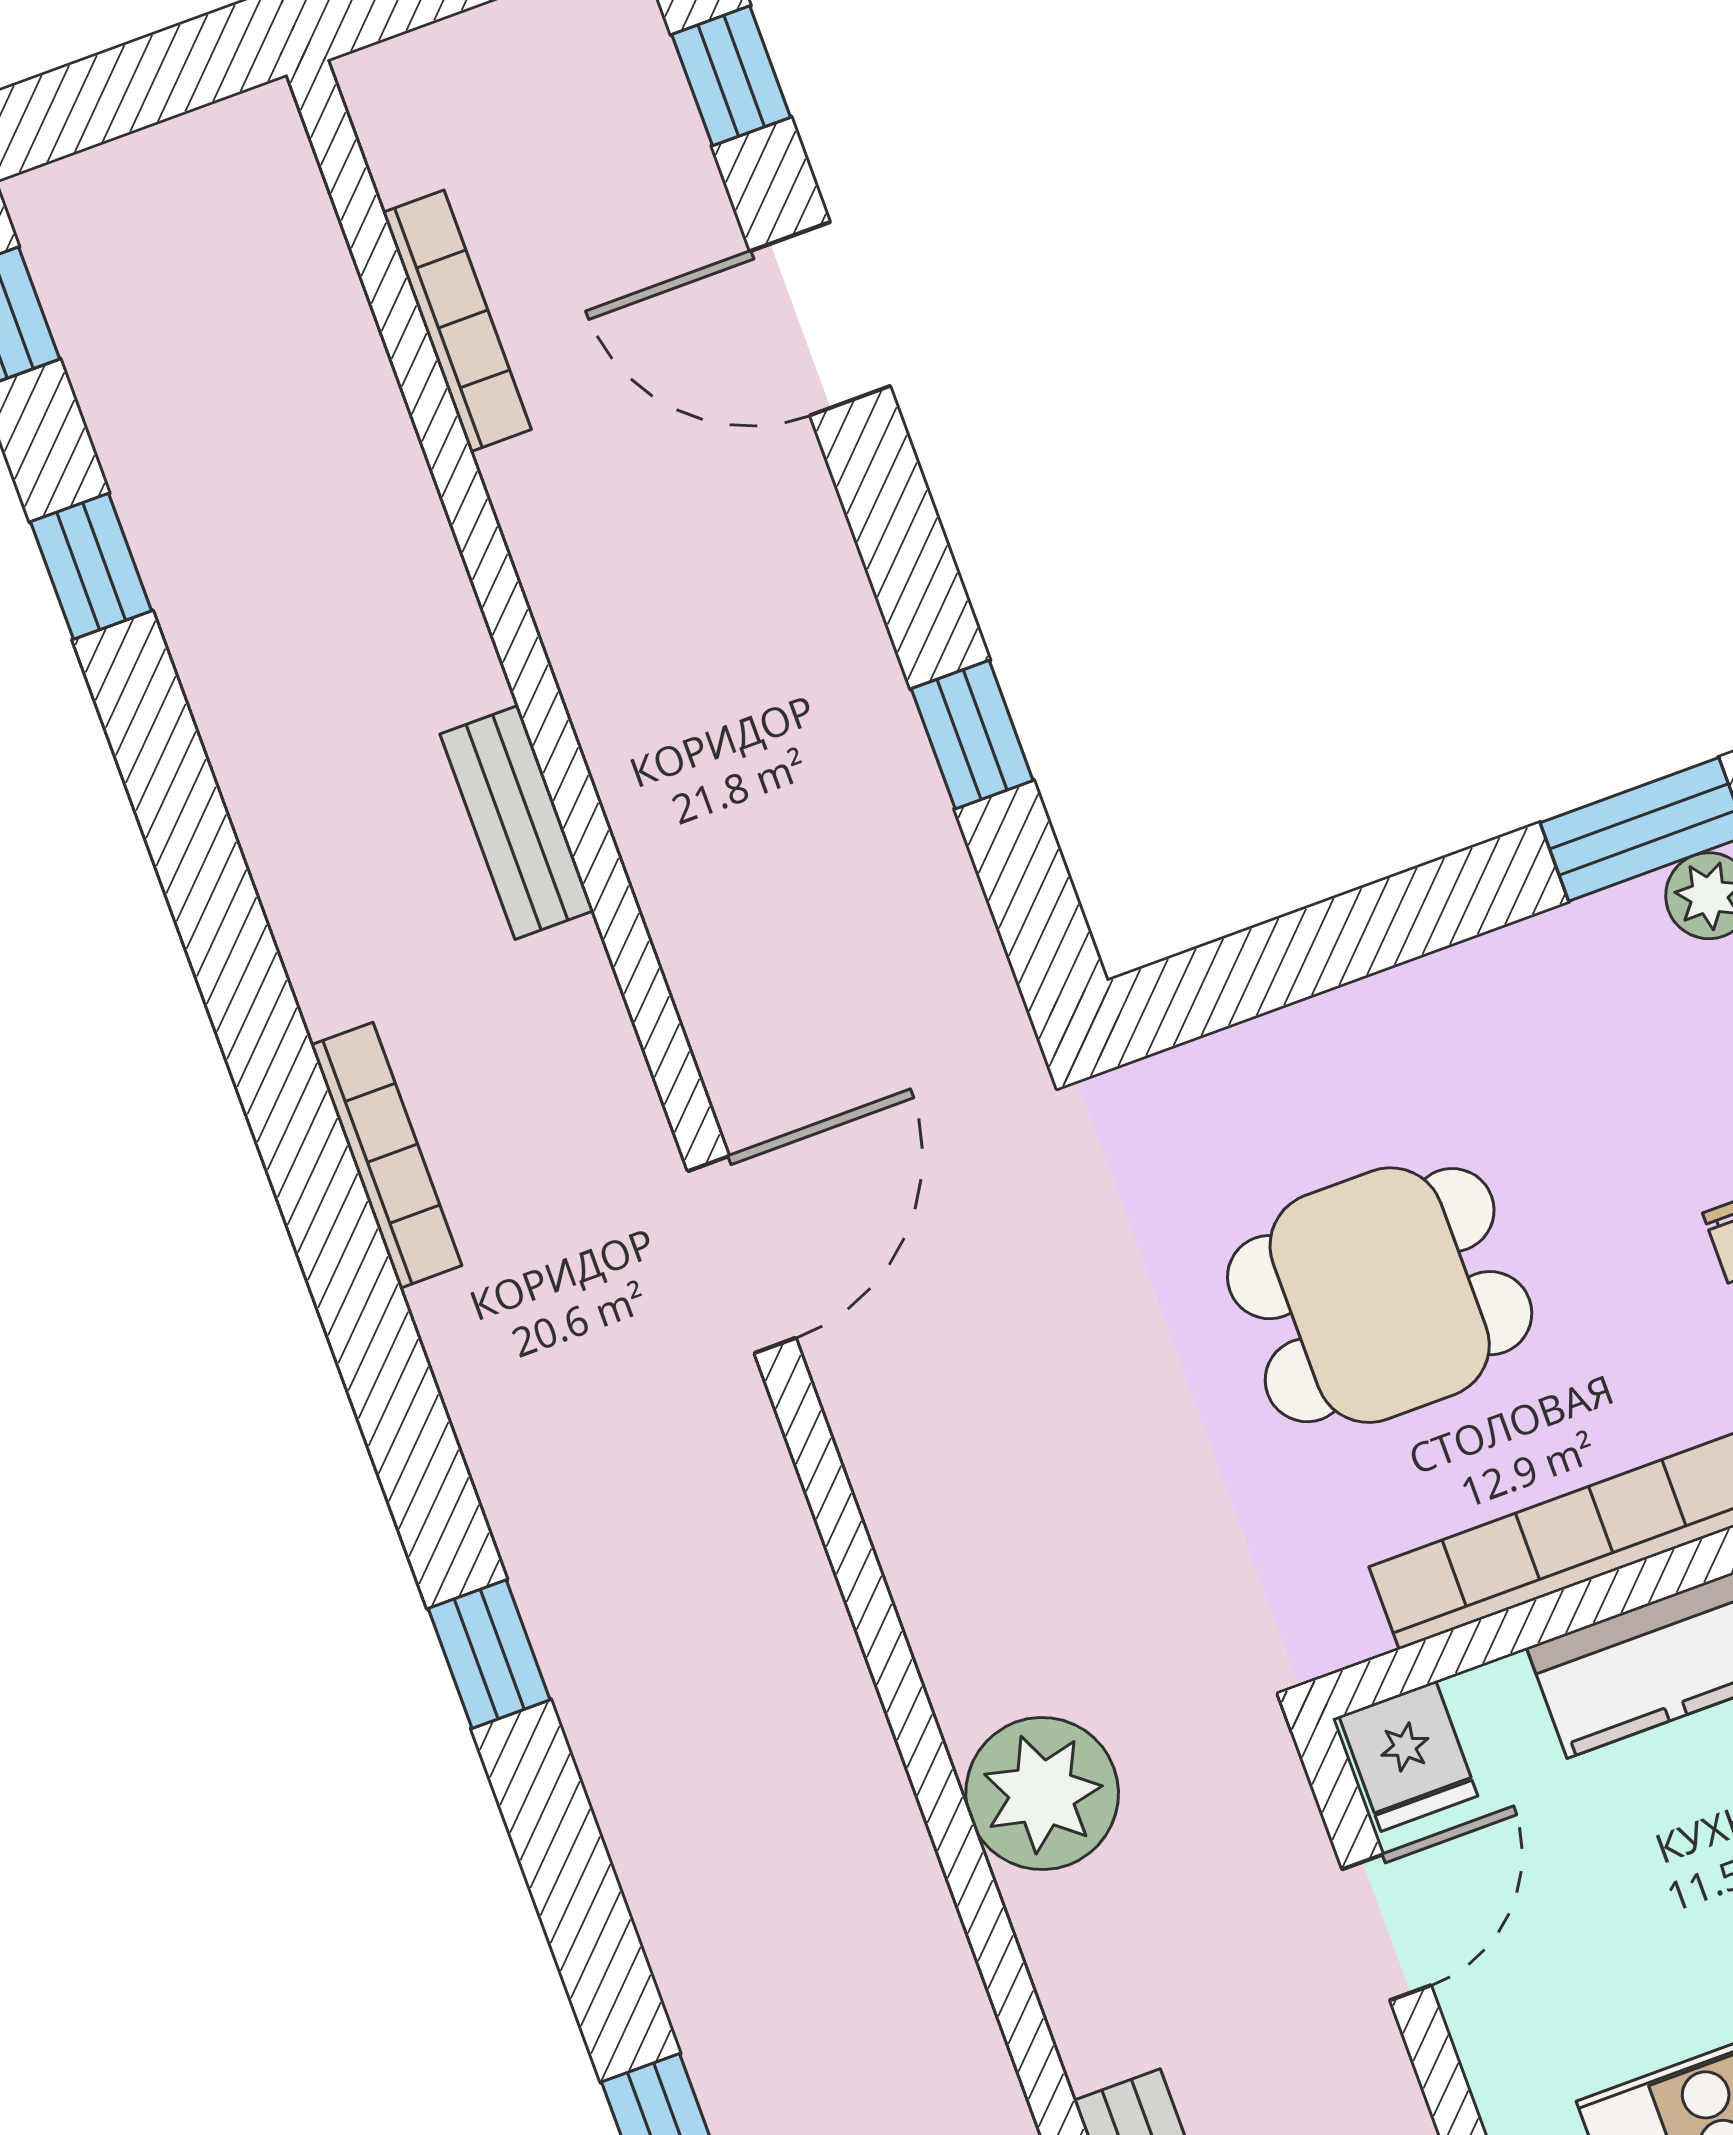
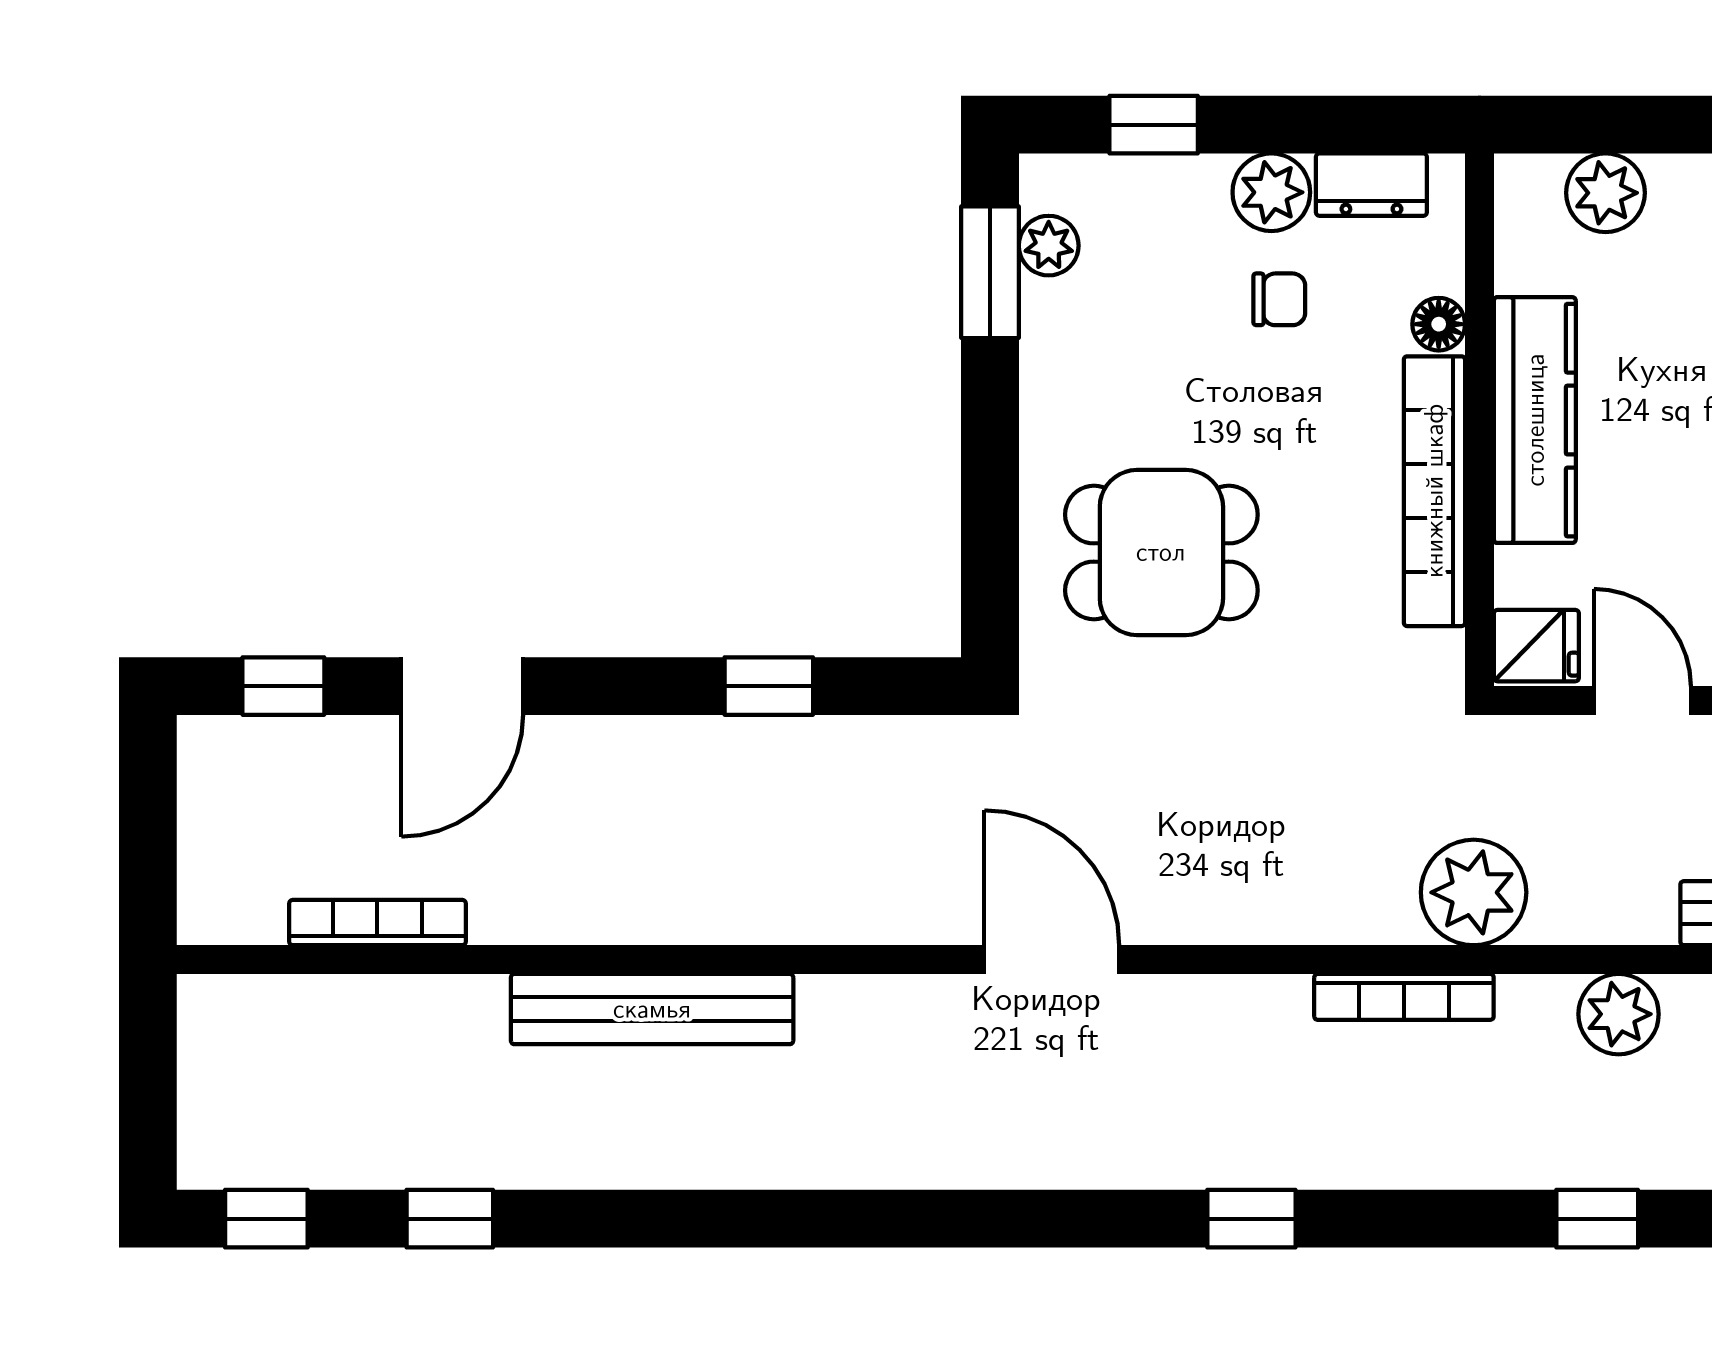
bench: (517, 822) -> (652, 1009), width x1.86, depth x1.21
bookcase: (386, 1155) -> (1404, 997), moved, turned 180
dining table: (1380, 1295) -> (1161, 552), moved, turned 90
plant: (949, 2051) -> (1619, 1014), added

